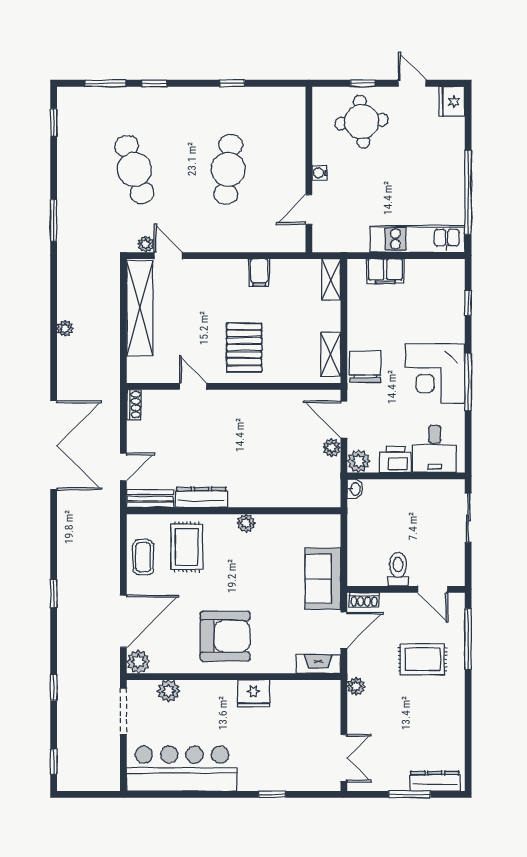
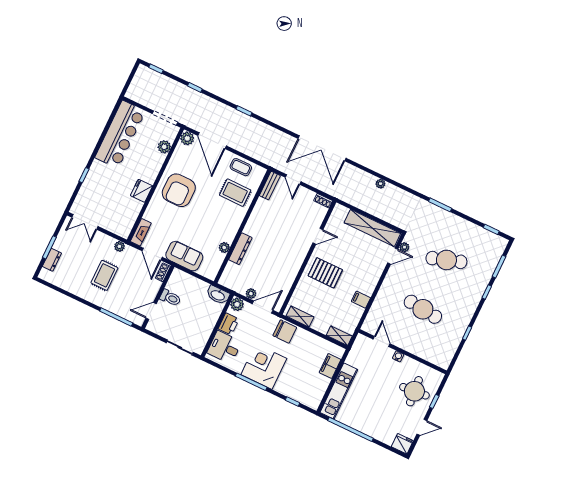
washbasin: (355, 489) -> (218, 295), width x1.91, depth x1.45
dresser: (201, 497) -> (240, 249), moved
plant: (246, 523) -> (224, 247), moved
rug: (422, 659) -> (104, 275), moved
dresser: (435, 781) -> (52, 260), width x0.70

